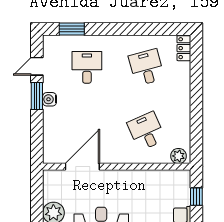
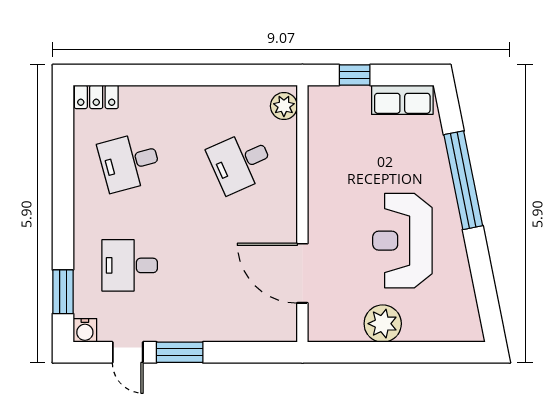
water cooler: (50, 99) -> (85, 330), moved

